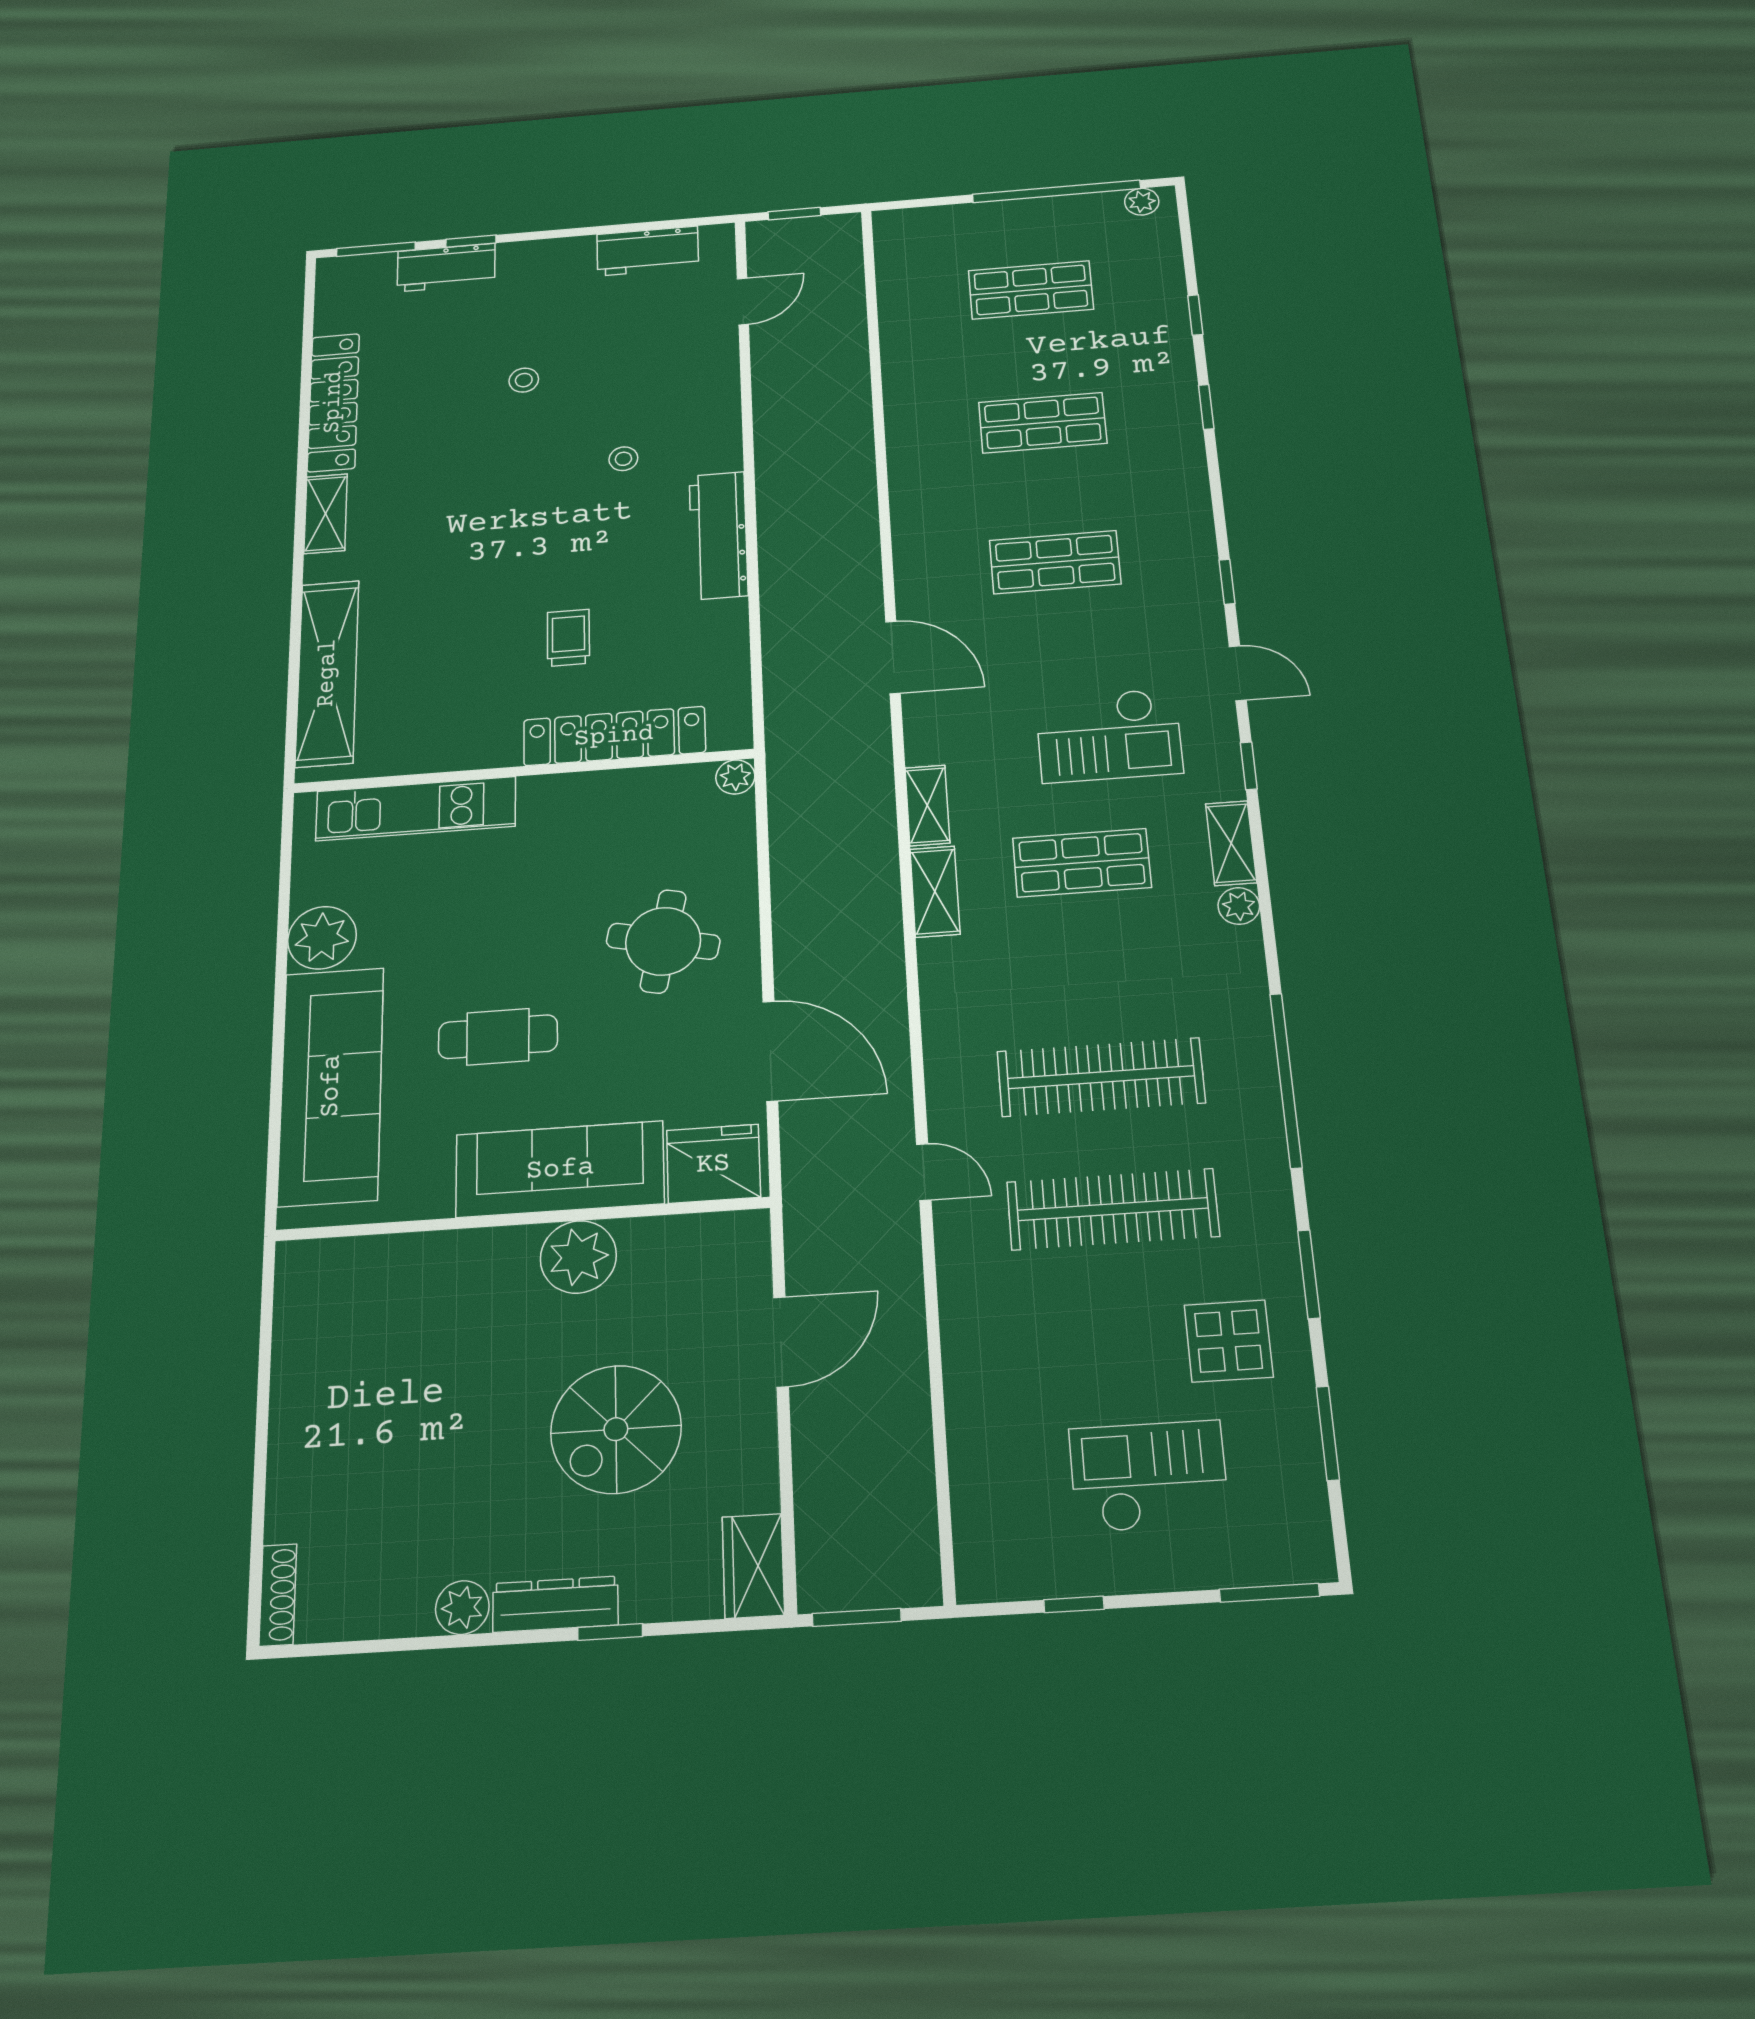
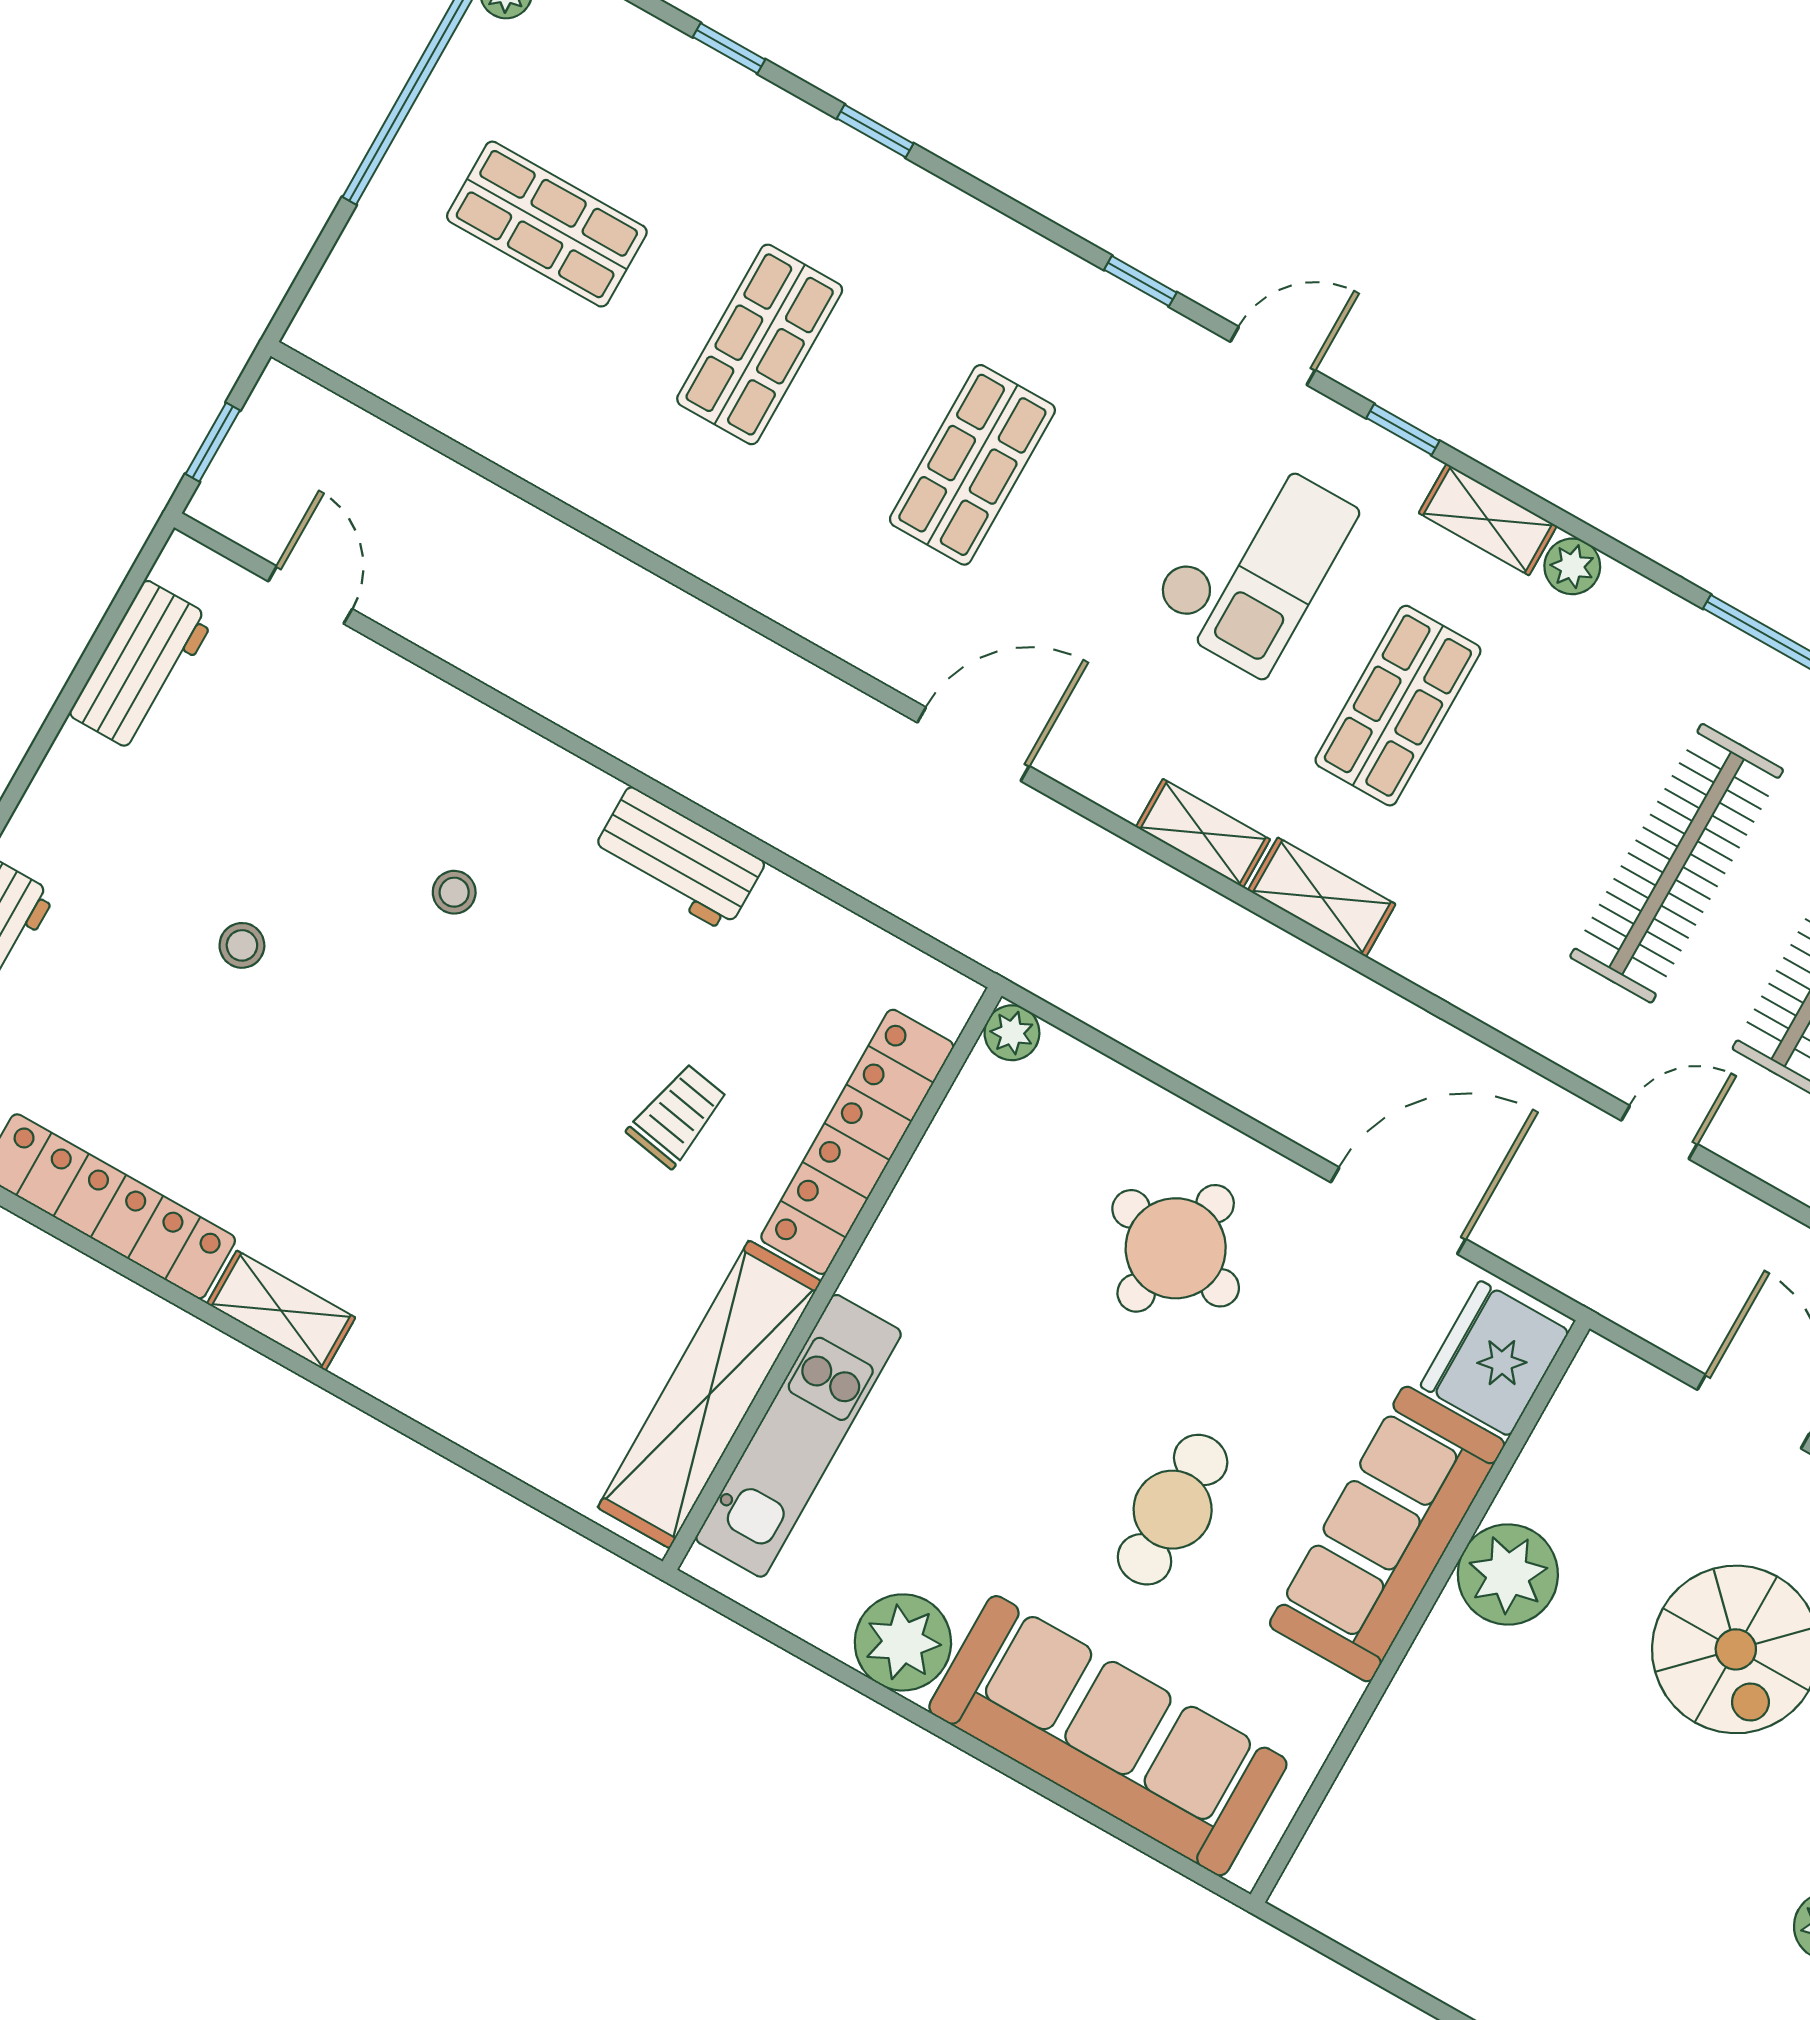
shop shelf: (1031, 290) -> (547, 224), turned 90
workbench: (718, 535) -> (678, 859), width x0.73
trolley: (568, 638) -> (678, 1115), turned 100
shelving: (327, 673) -> (709, 1394), moved, turned 90

